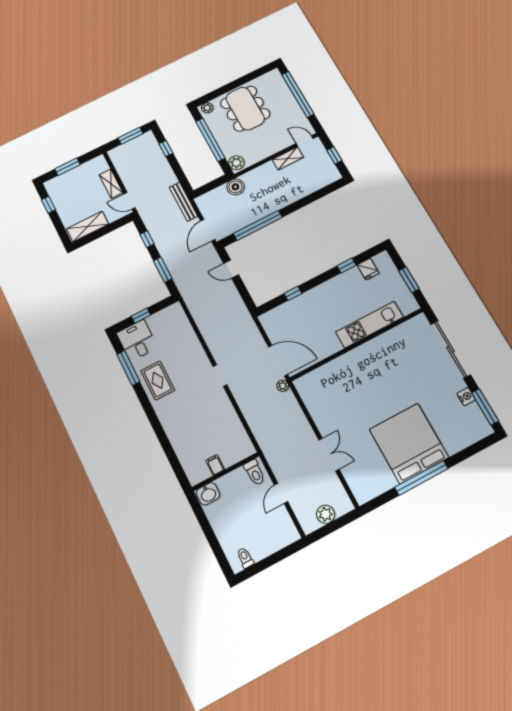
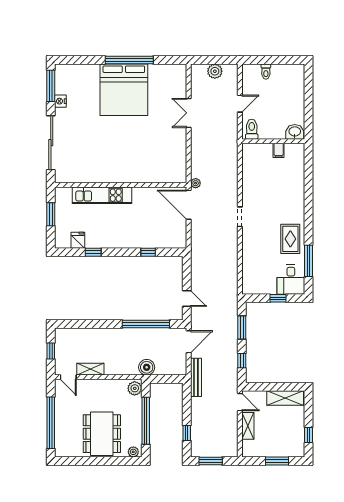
toilet: (245, 558) -> (266, 72), moved

